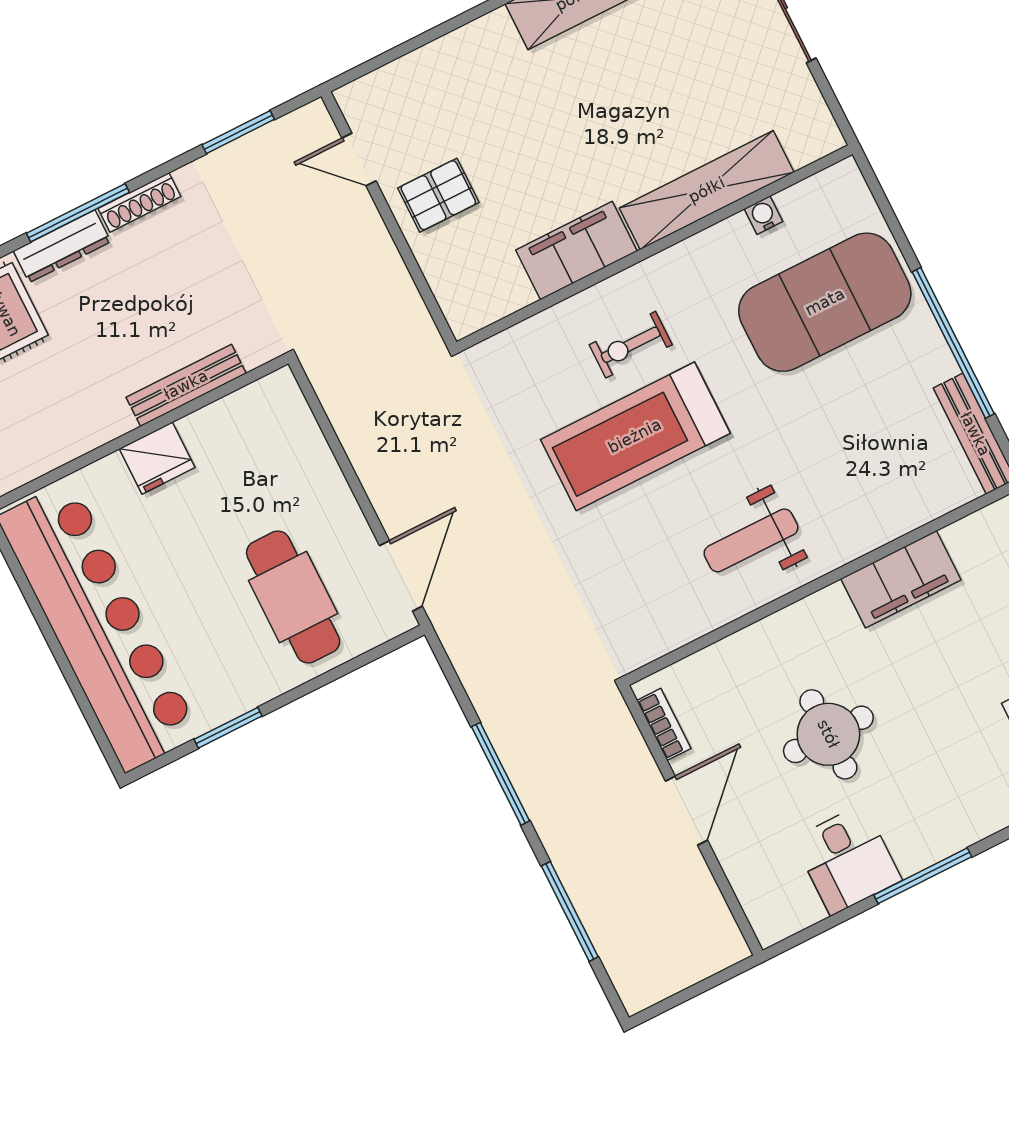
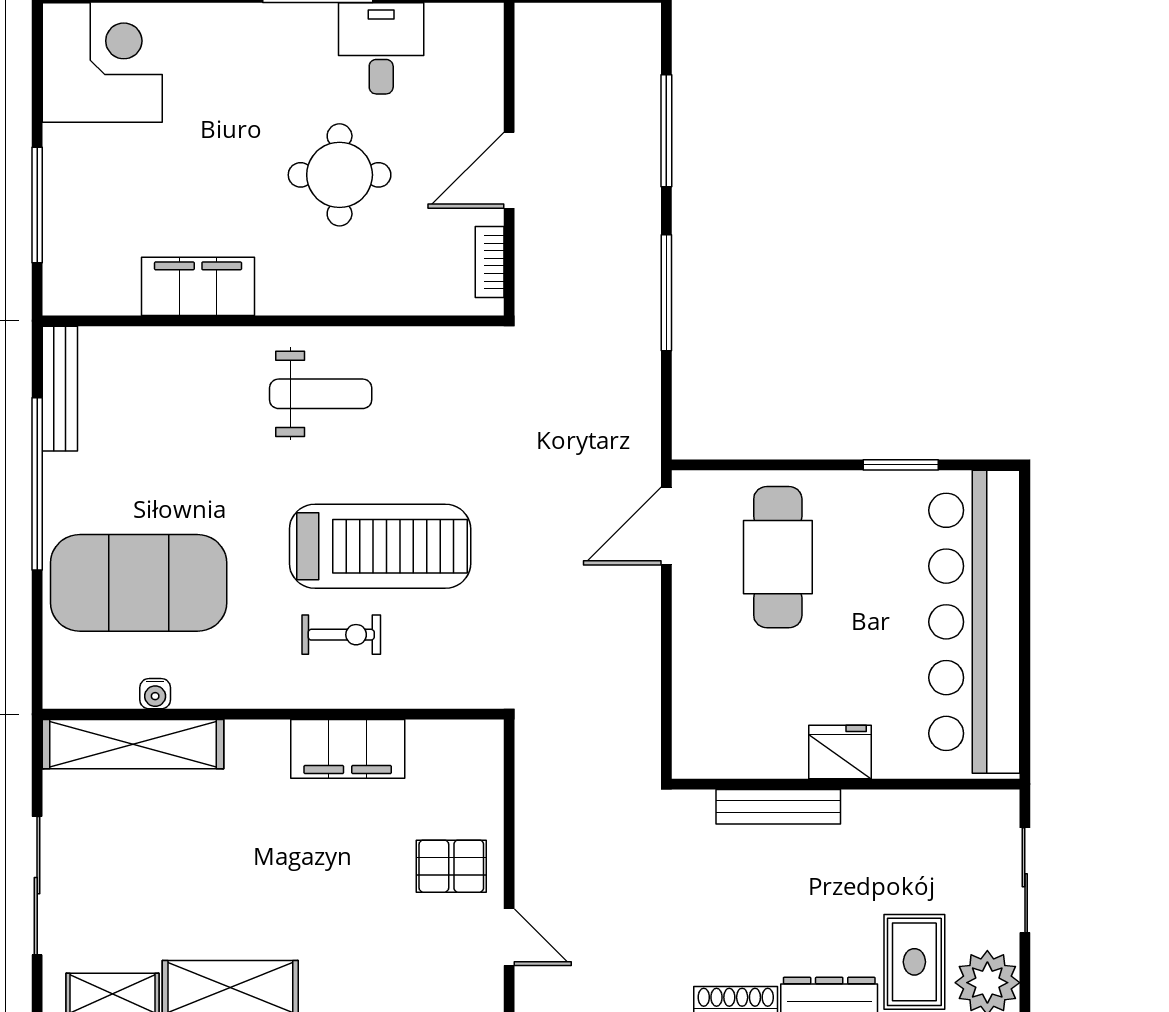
shelving: (707, 190) -> (133, 744), moved

